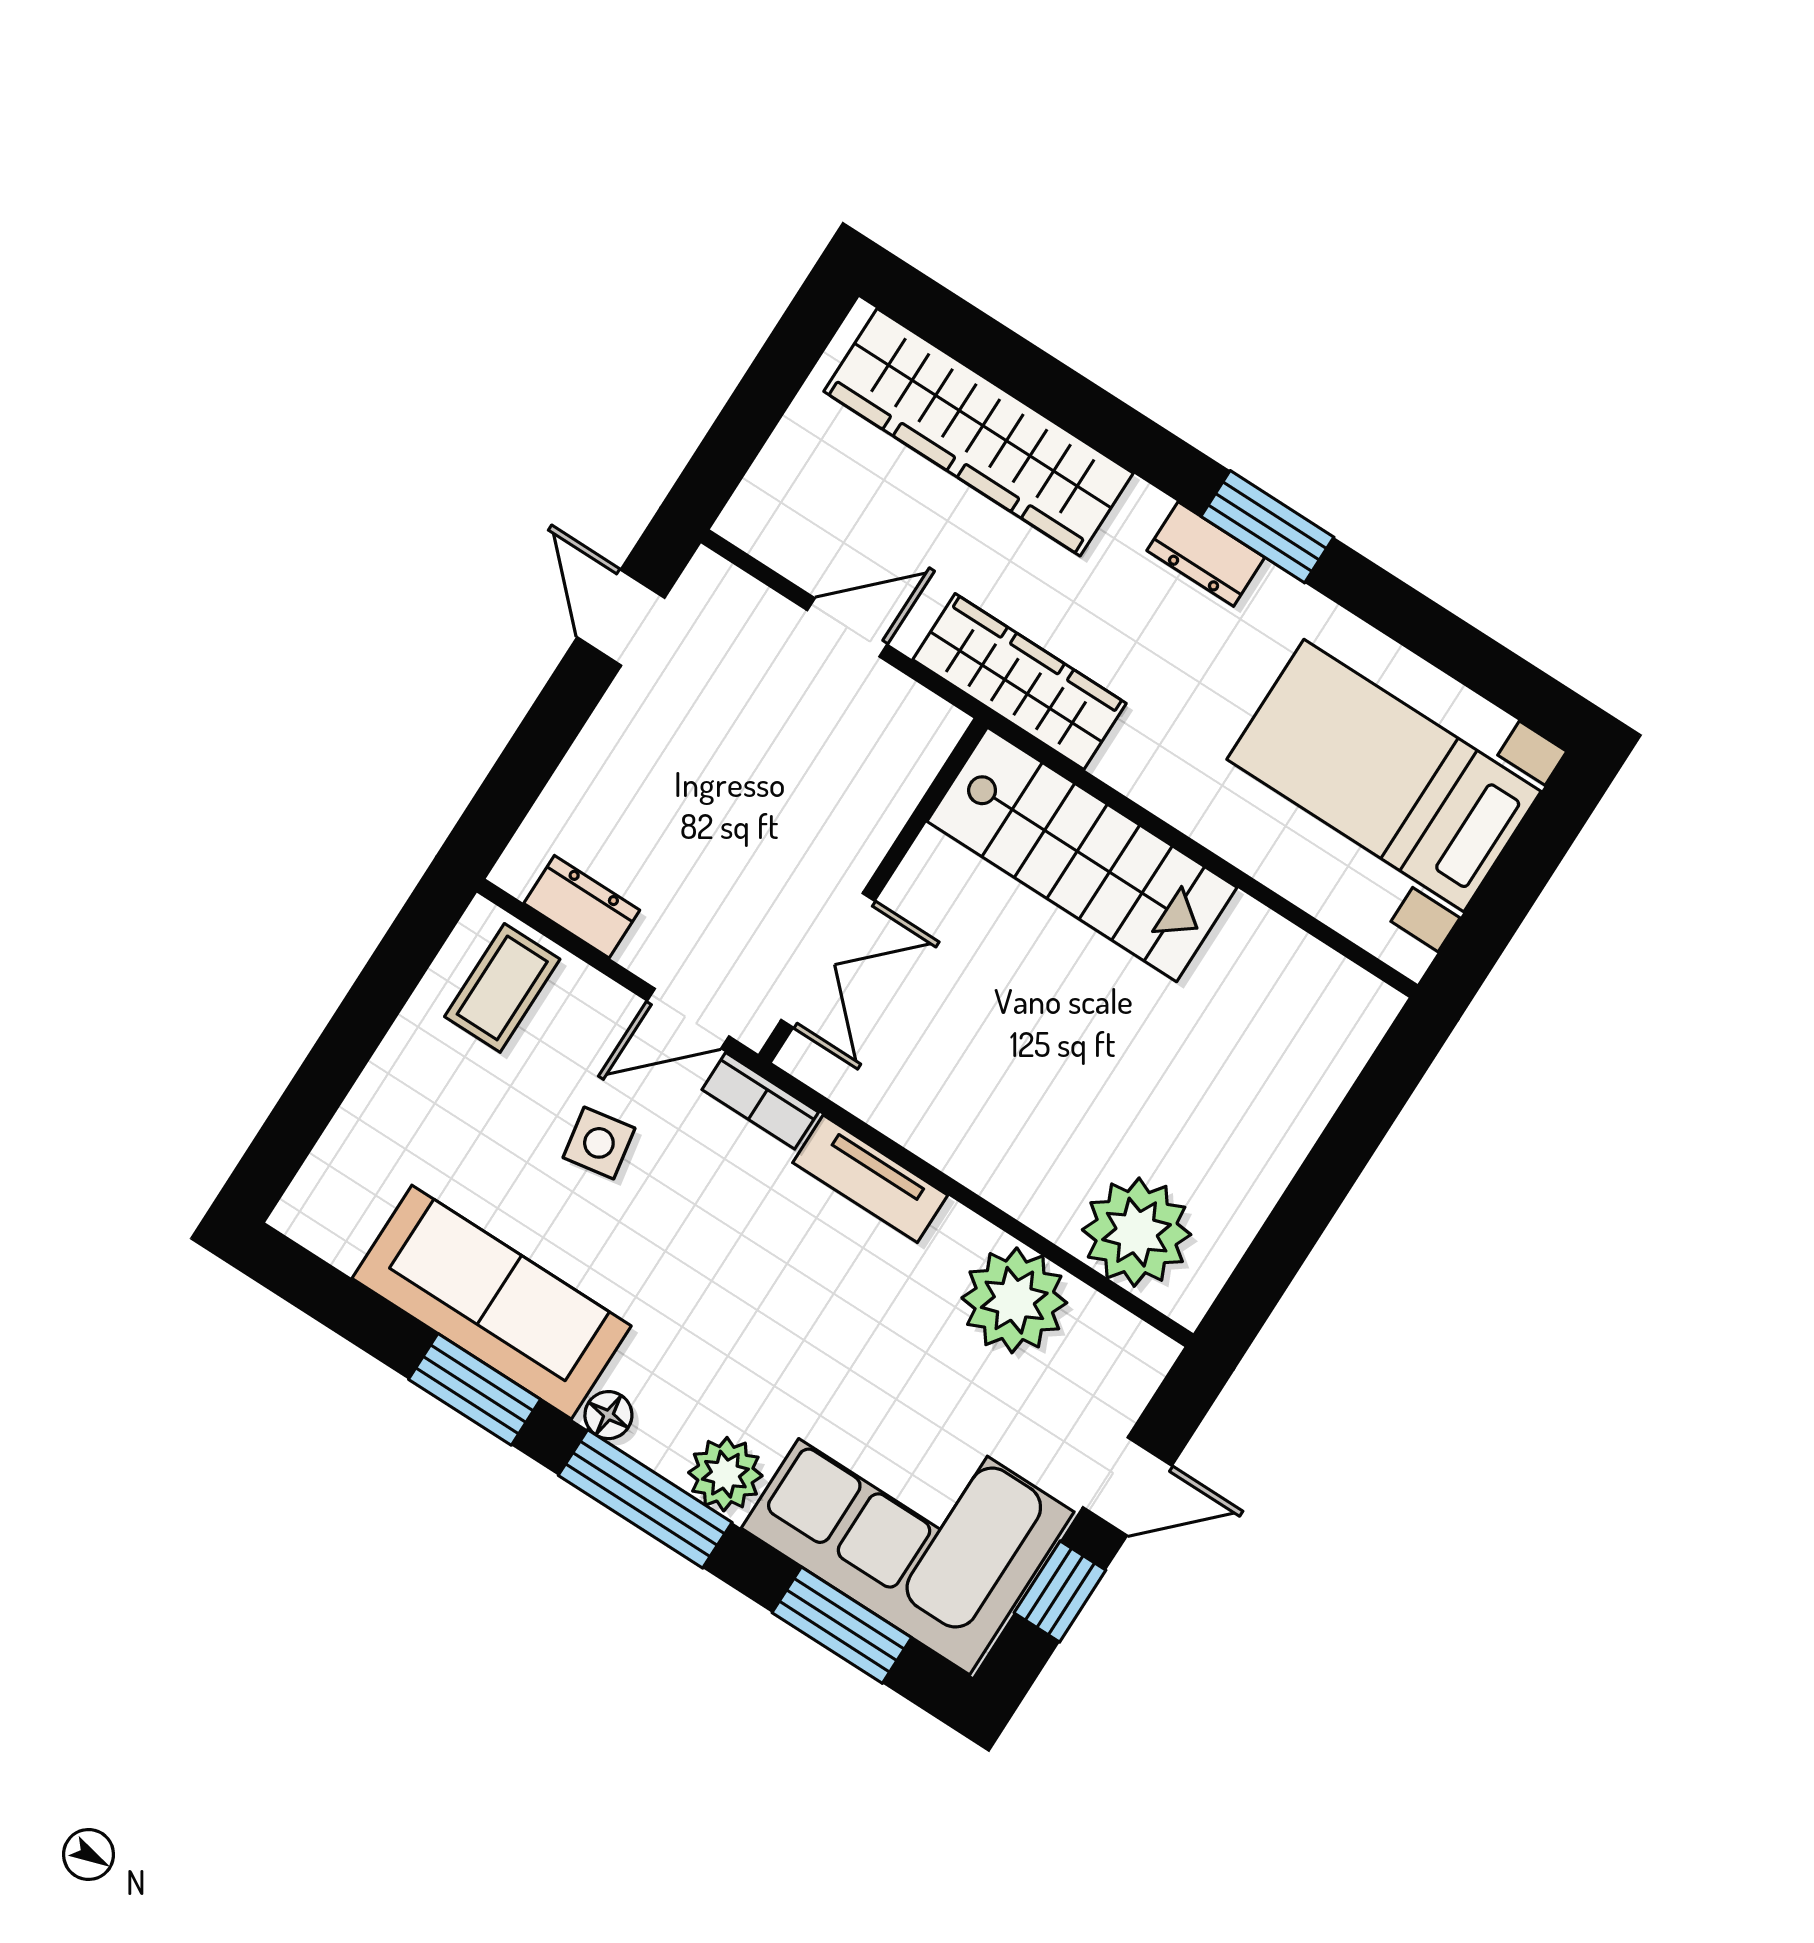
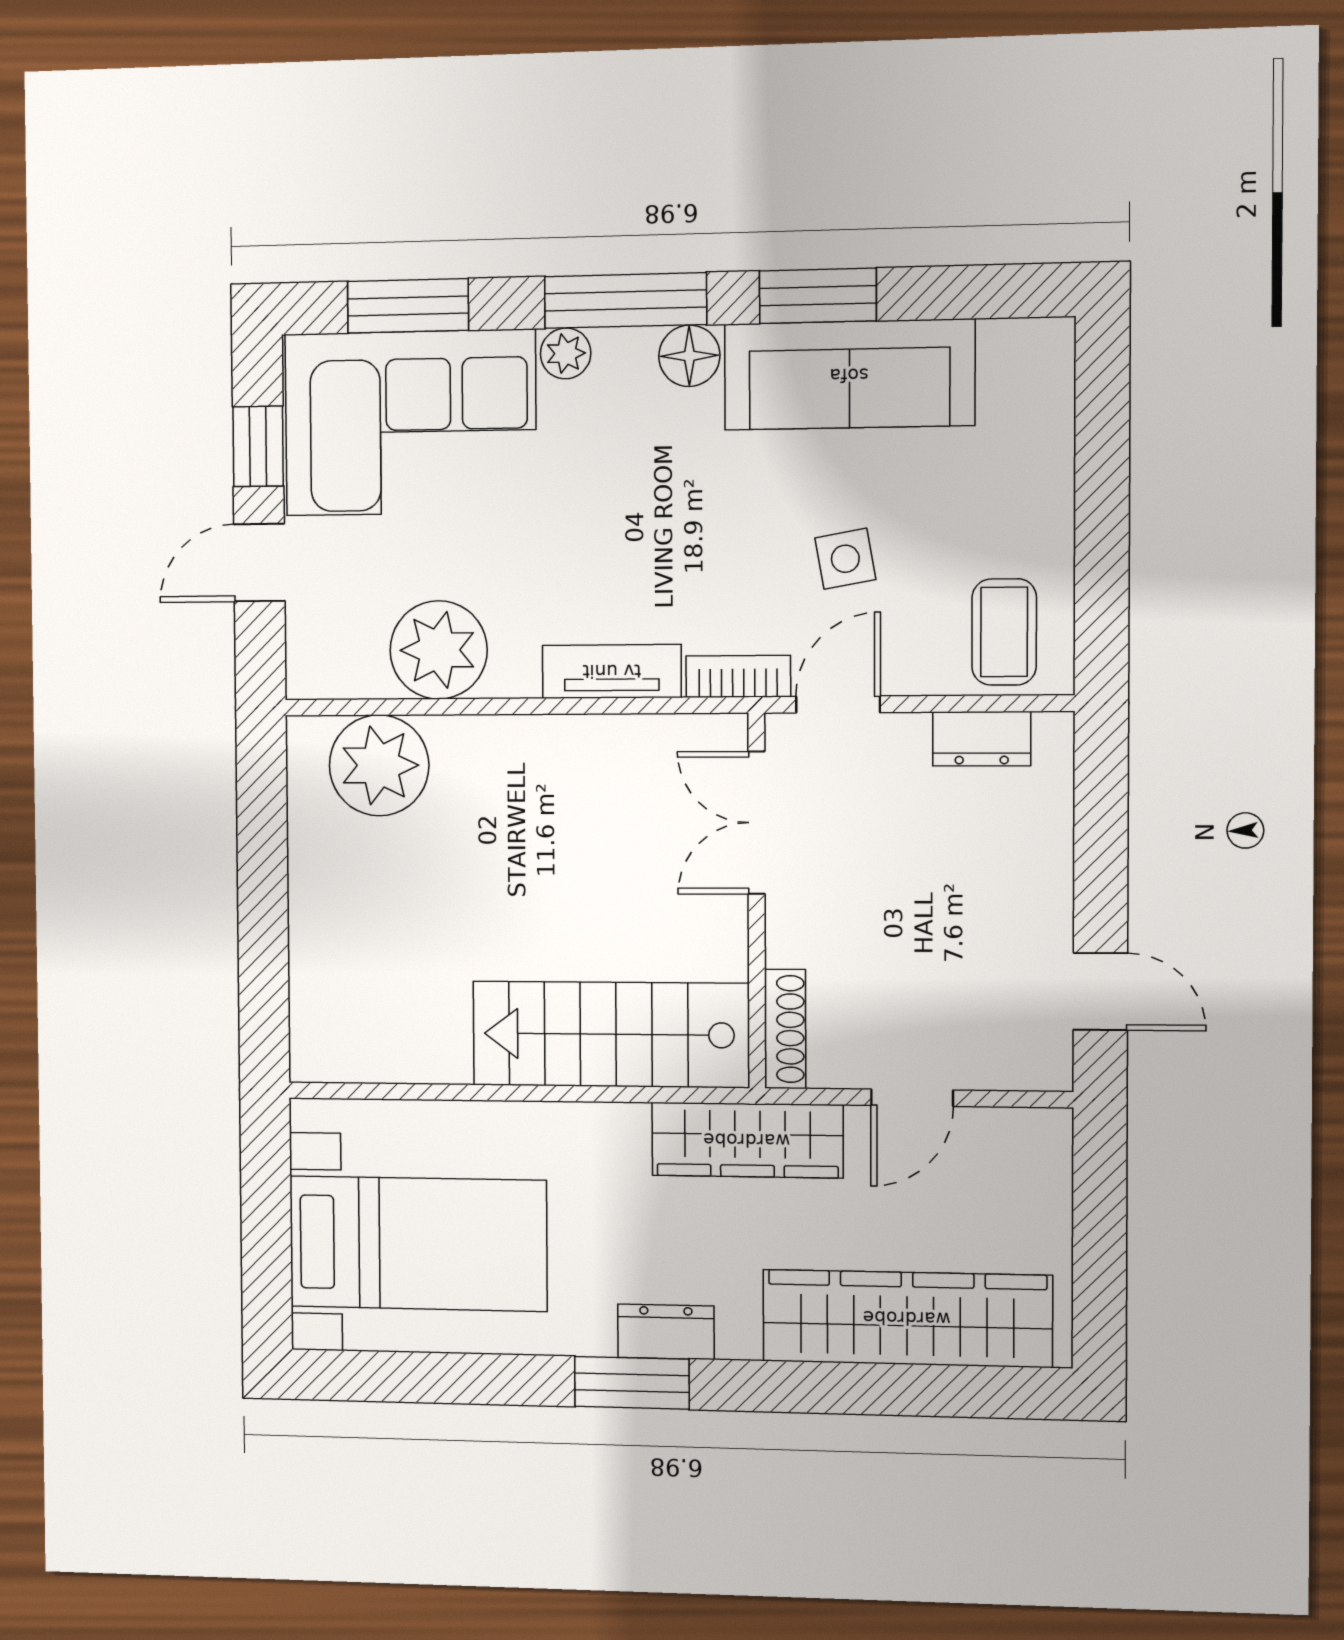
shoe rack: (921, 760) -> (785, 1029), added
floor lamp: (608, 1415) -> (689, 356), width x1.37, depth x1.37
plant: (725, 1474) -> (566, 353), width x0.73, depth x0.73

